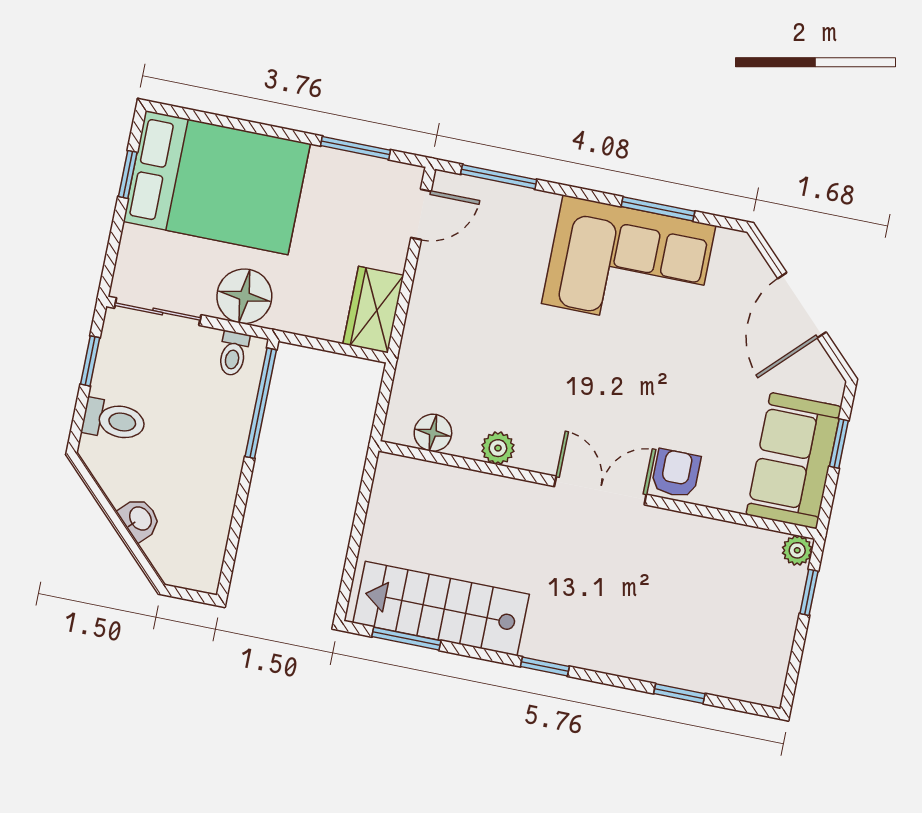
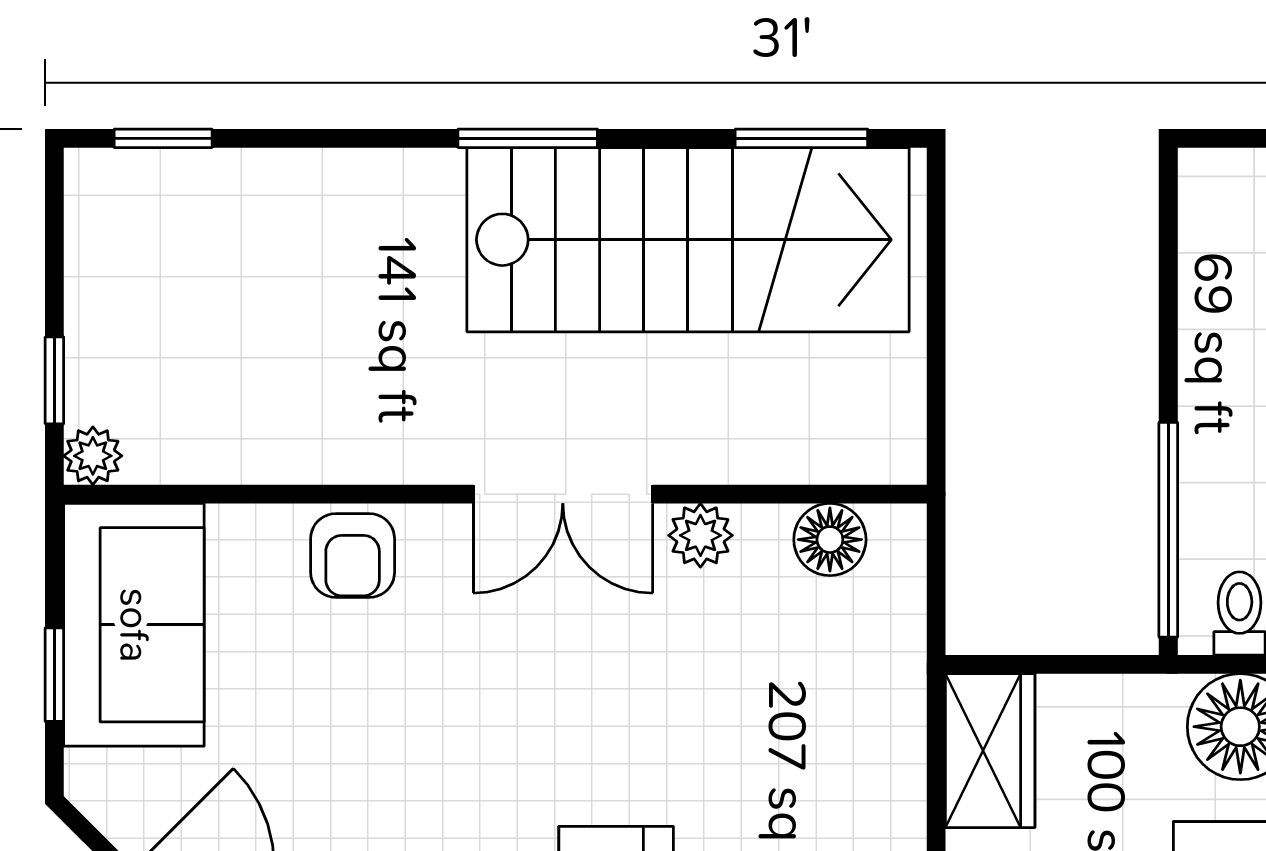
double door: (600, 490) -> (563, 494), moved
stairs: (441, 609) -> (688, 240), width x1.36, depth x1.51
window: (545, 667) -> (528, 138), width x1.50
window: (679, 694) -> (163, 138), moved

